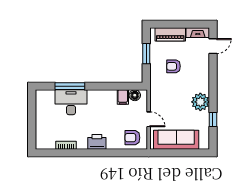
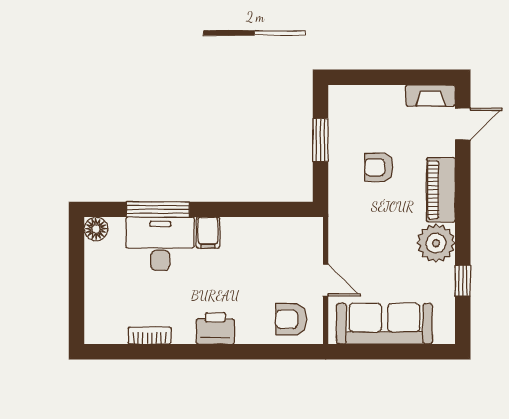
piano: (170, 34) -> (441, 190), moved, turned 90
floor lamp: (135, 95) -> (96, 229), moved
filing cabinet: (123, 97) -> (208, 233), moved

